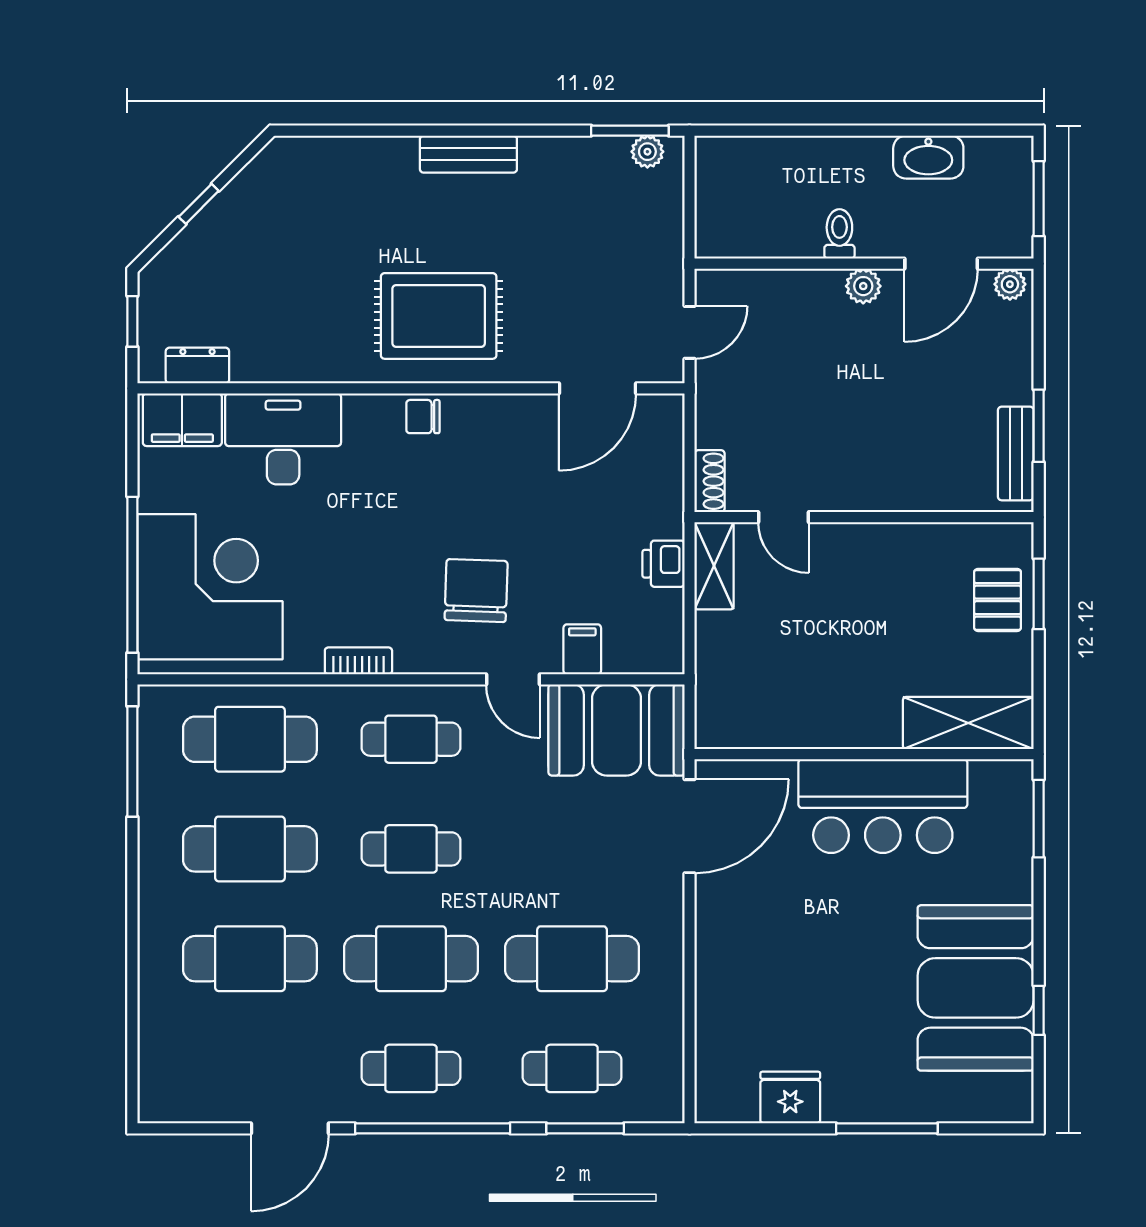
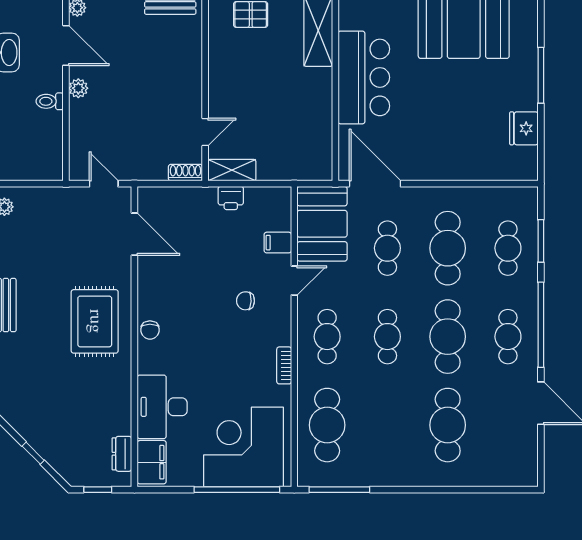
chair: (476, 591) -> (245, 301), width x0.54, depth x0.54
cafe table: (250, 849) -> (387, 248), moved, width x0.73, depth x0.74

